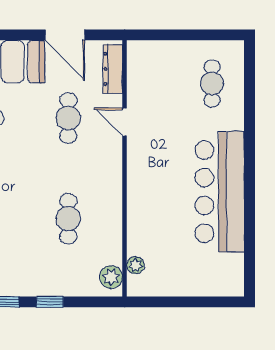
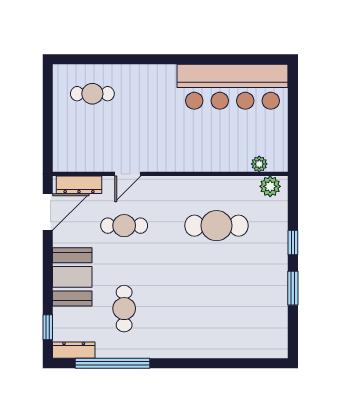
door: (65, 35) -> (48, 212), moved
bar counter: (220, 192) -> (233, 87), moved
cafe table: (68, 219) -> (216, 226), width x1.37, depth x1.35

